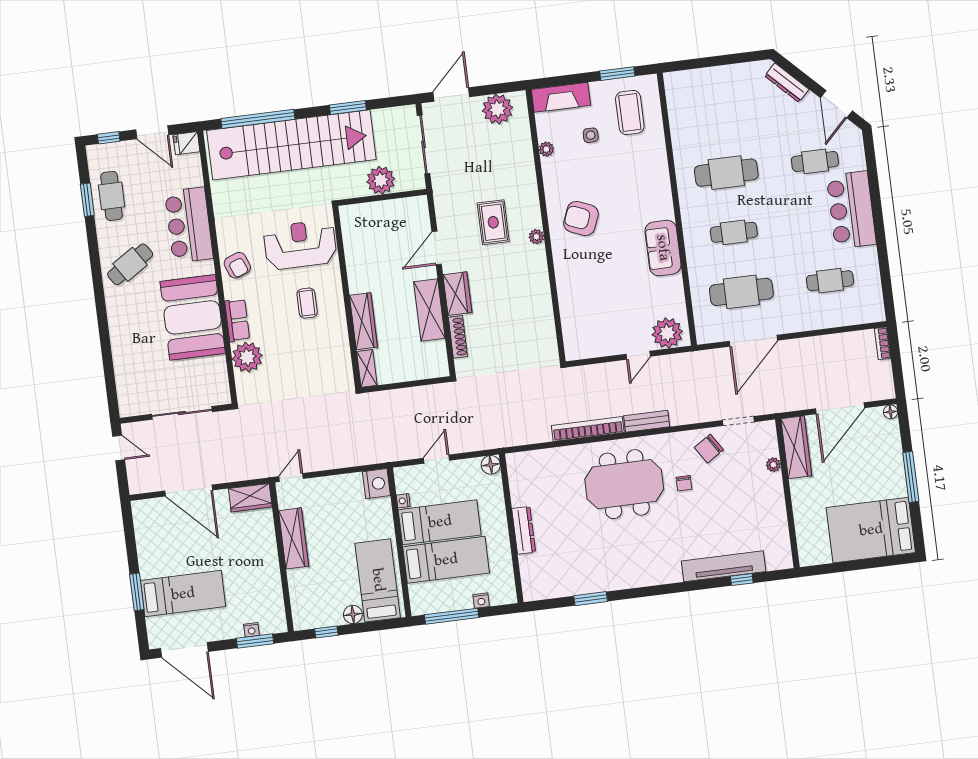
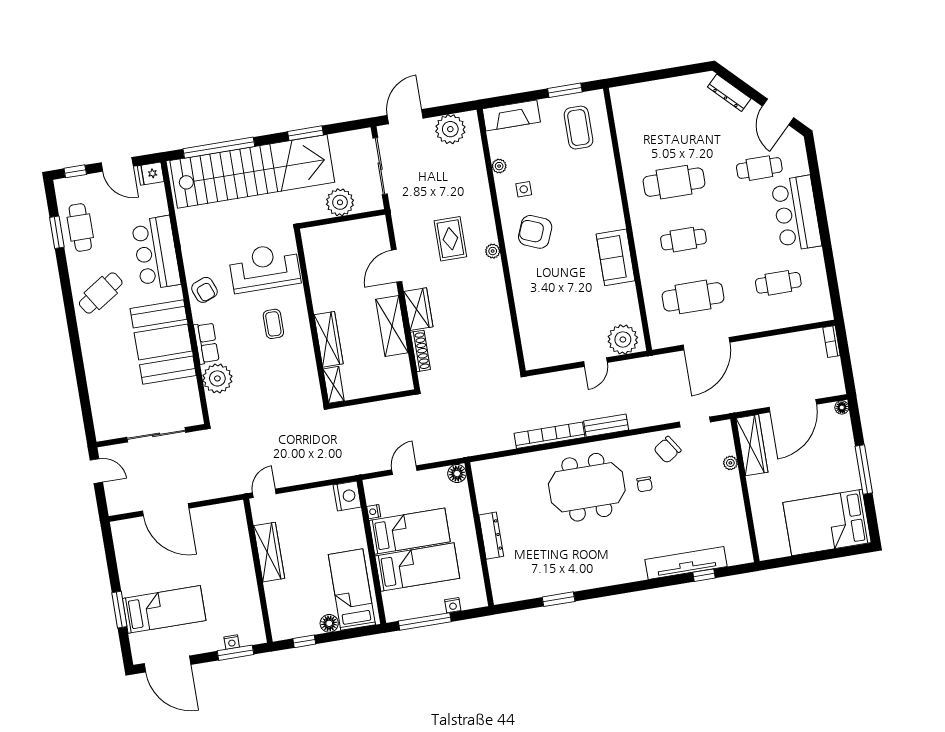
side table: (591, 135) -> (524, 189), moved
wardrobe: (250, 498) -> (226, 514), removed

